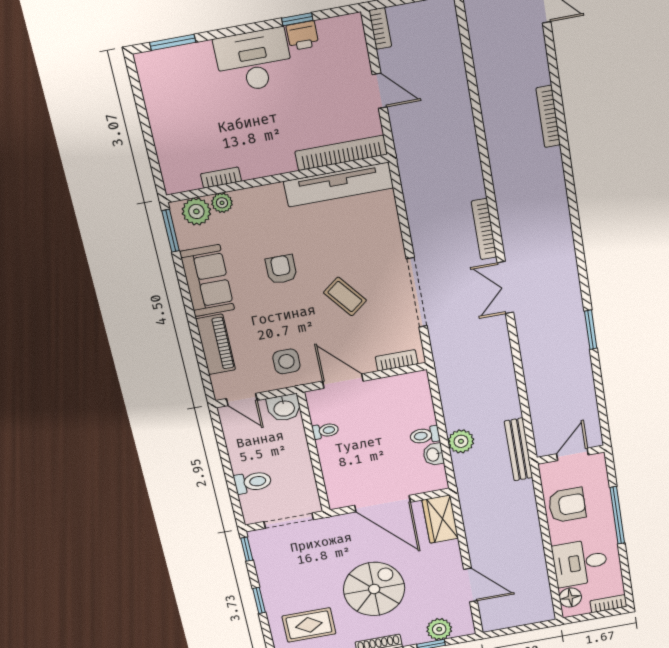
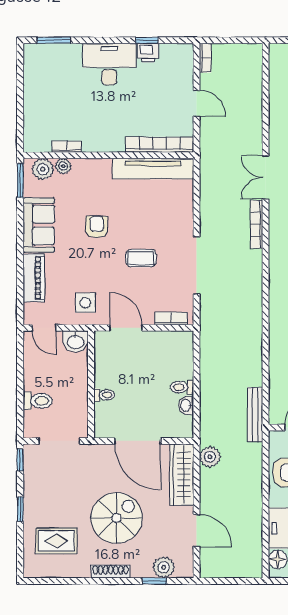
double door: (505, 288) -> (266, 177), moved
coffee table: (345, 297) -> (141, 258), turned -52
toilet: (325, 431) -> (104, 395), moved
plant: (461, 441) -> (210, 457), moved
wardrobe: (440, 519) -> (182, 475), width x1.50

